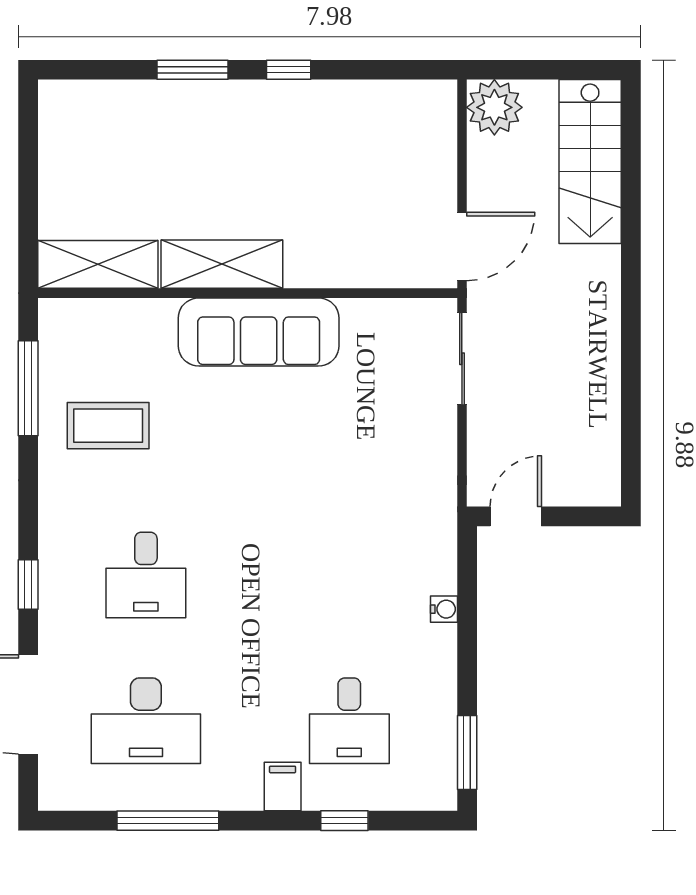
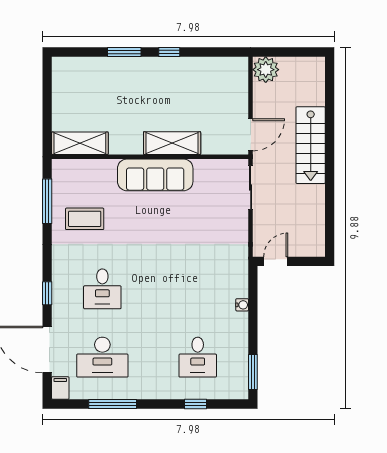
stairs: (590, 162) -> (311, 145), moved
shelving: (222, 264) -> (172, 143), moved
filing cabinet: (283, 786) -> (60, 388), moved

